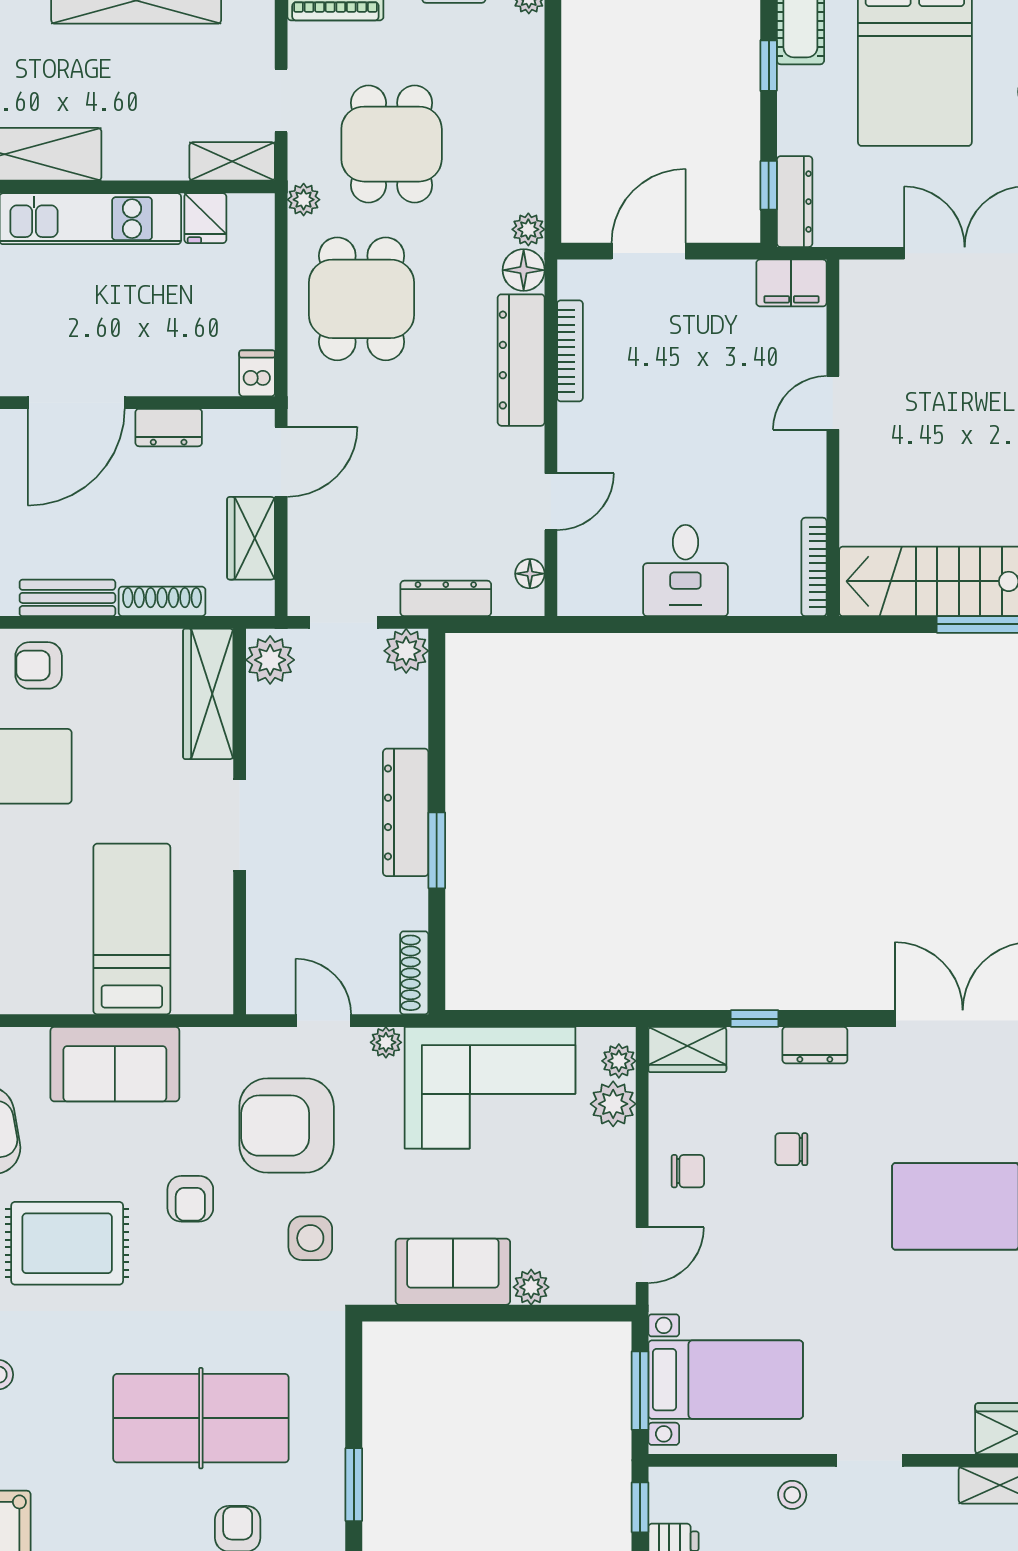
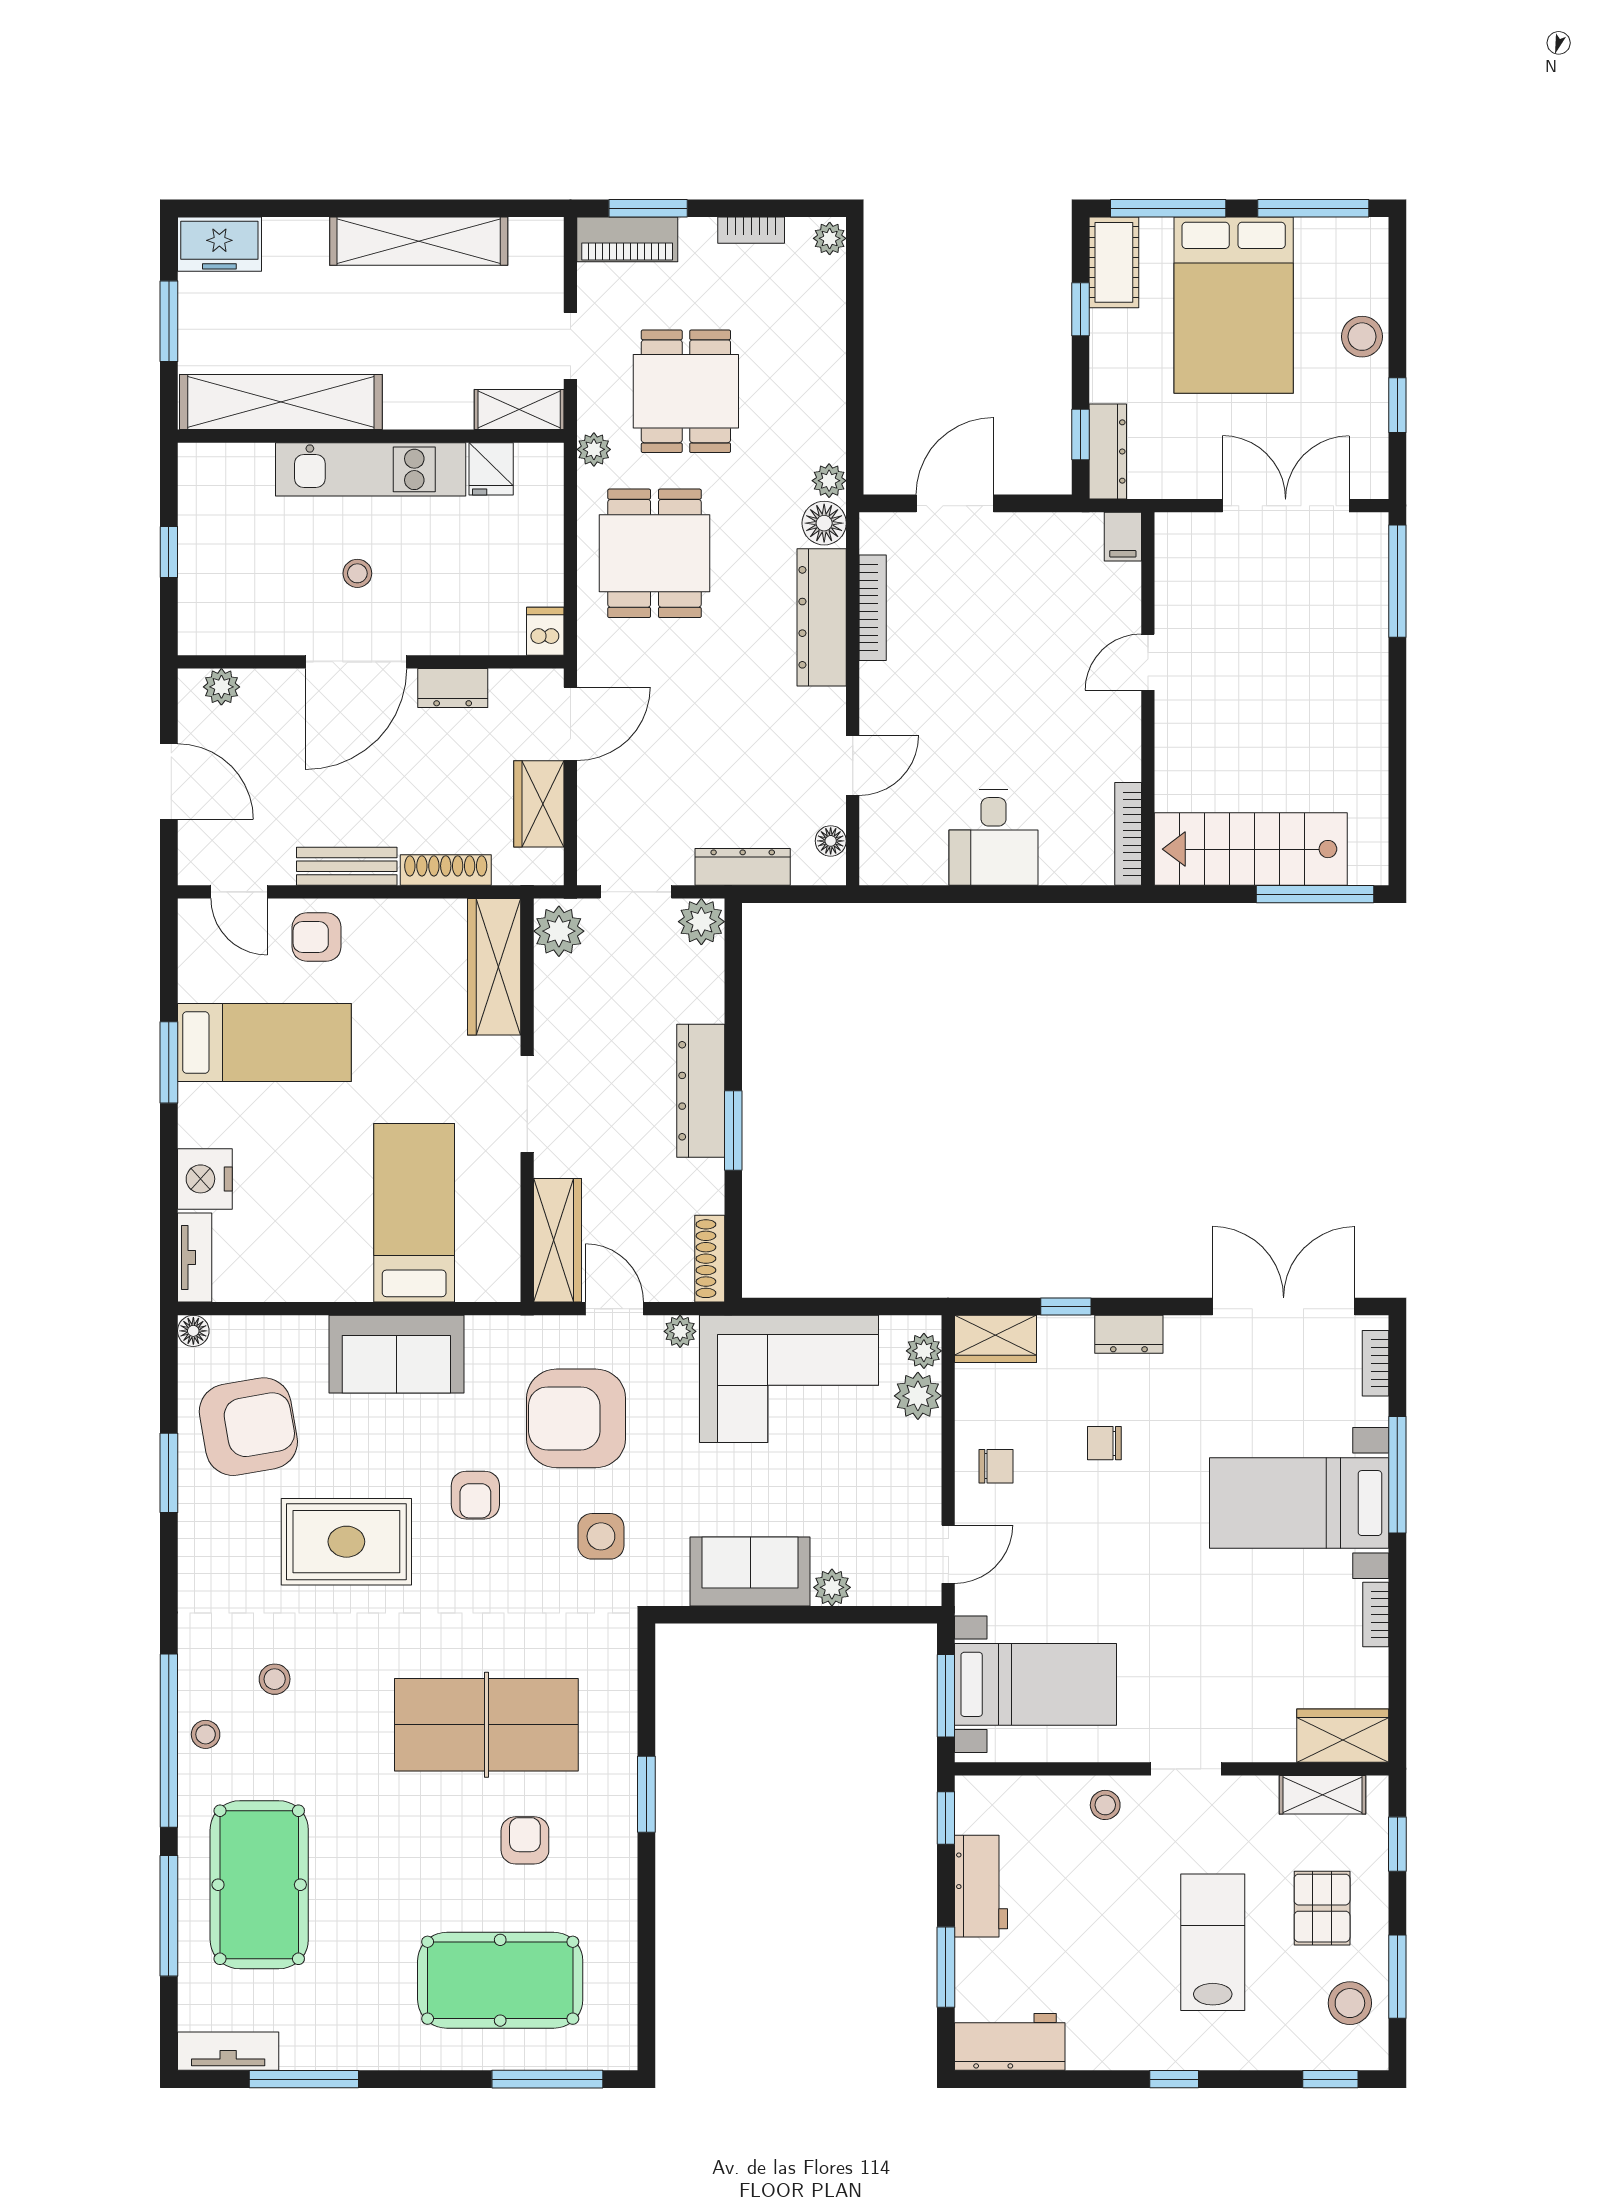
filing cabinet: (791, 283) -> (1123, 537), width x0.50
stool: (78, 318) -> (357, 573), added
wardrobe: (269, 955) -> (557, 1240), added

